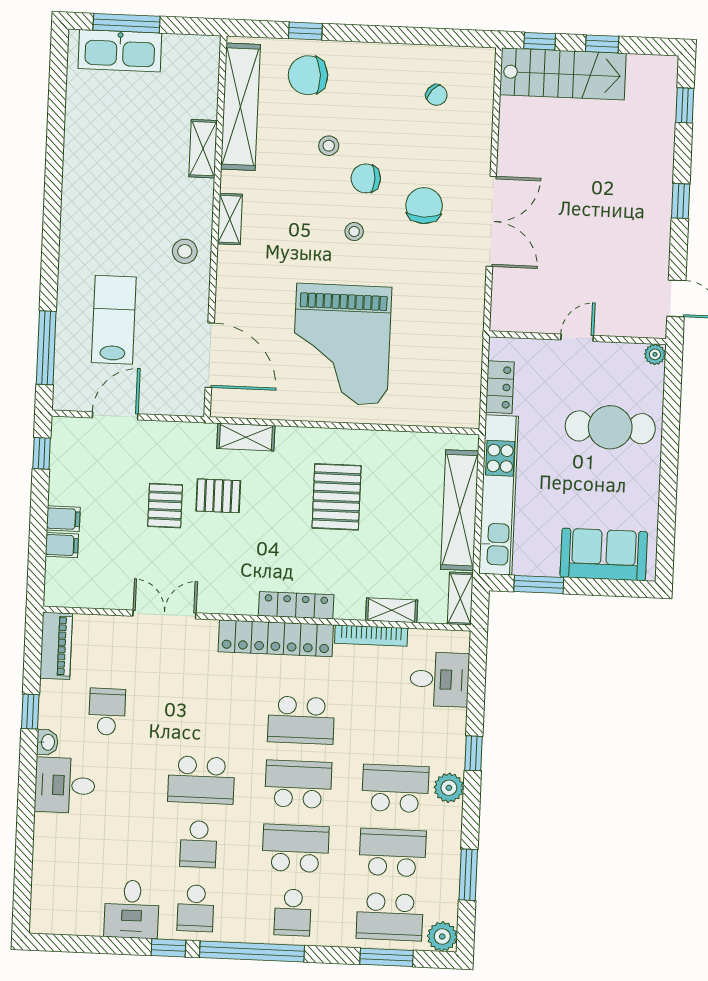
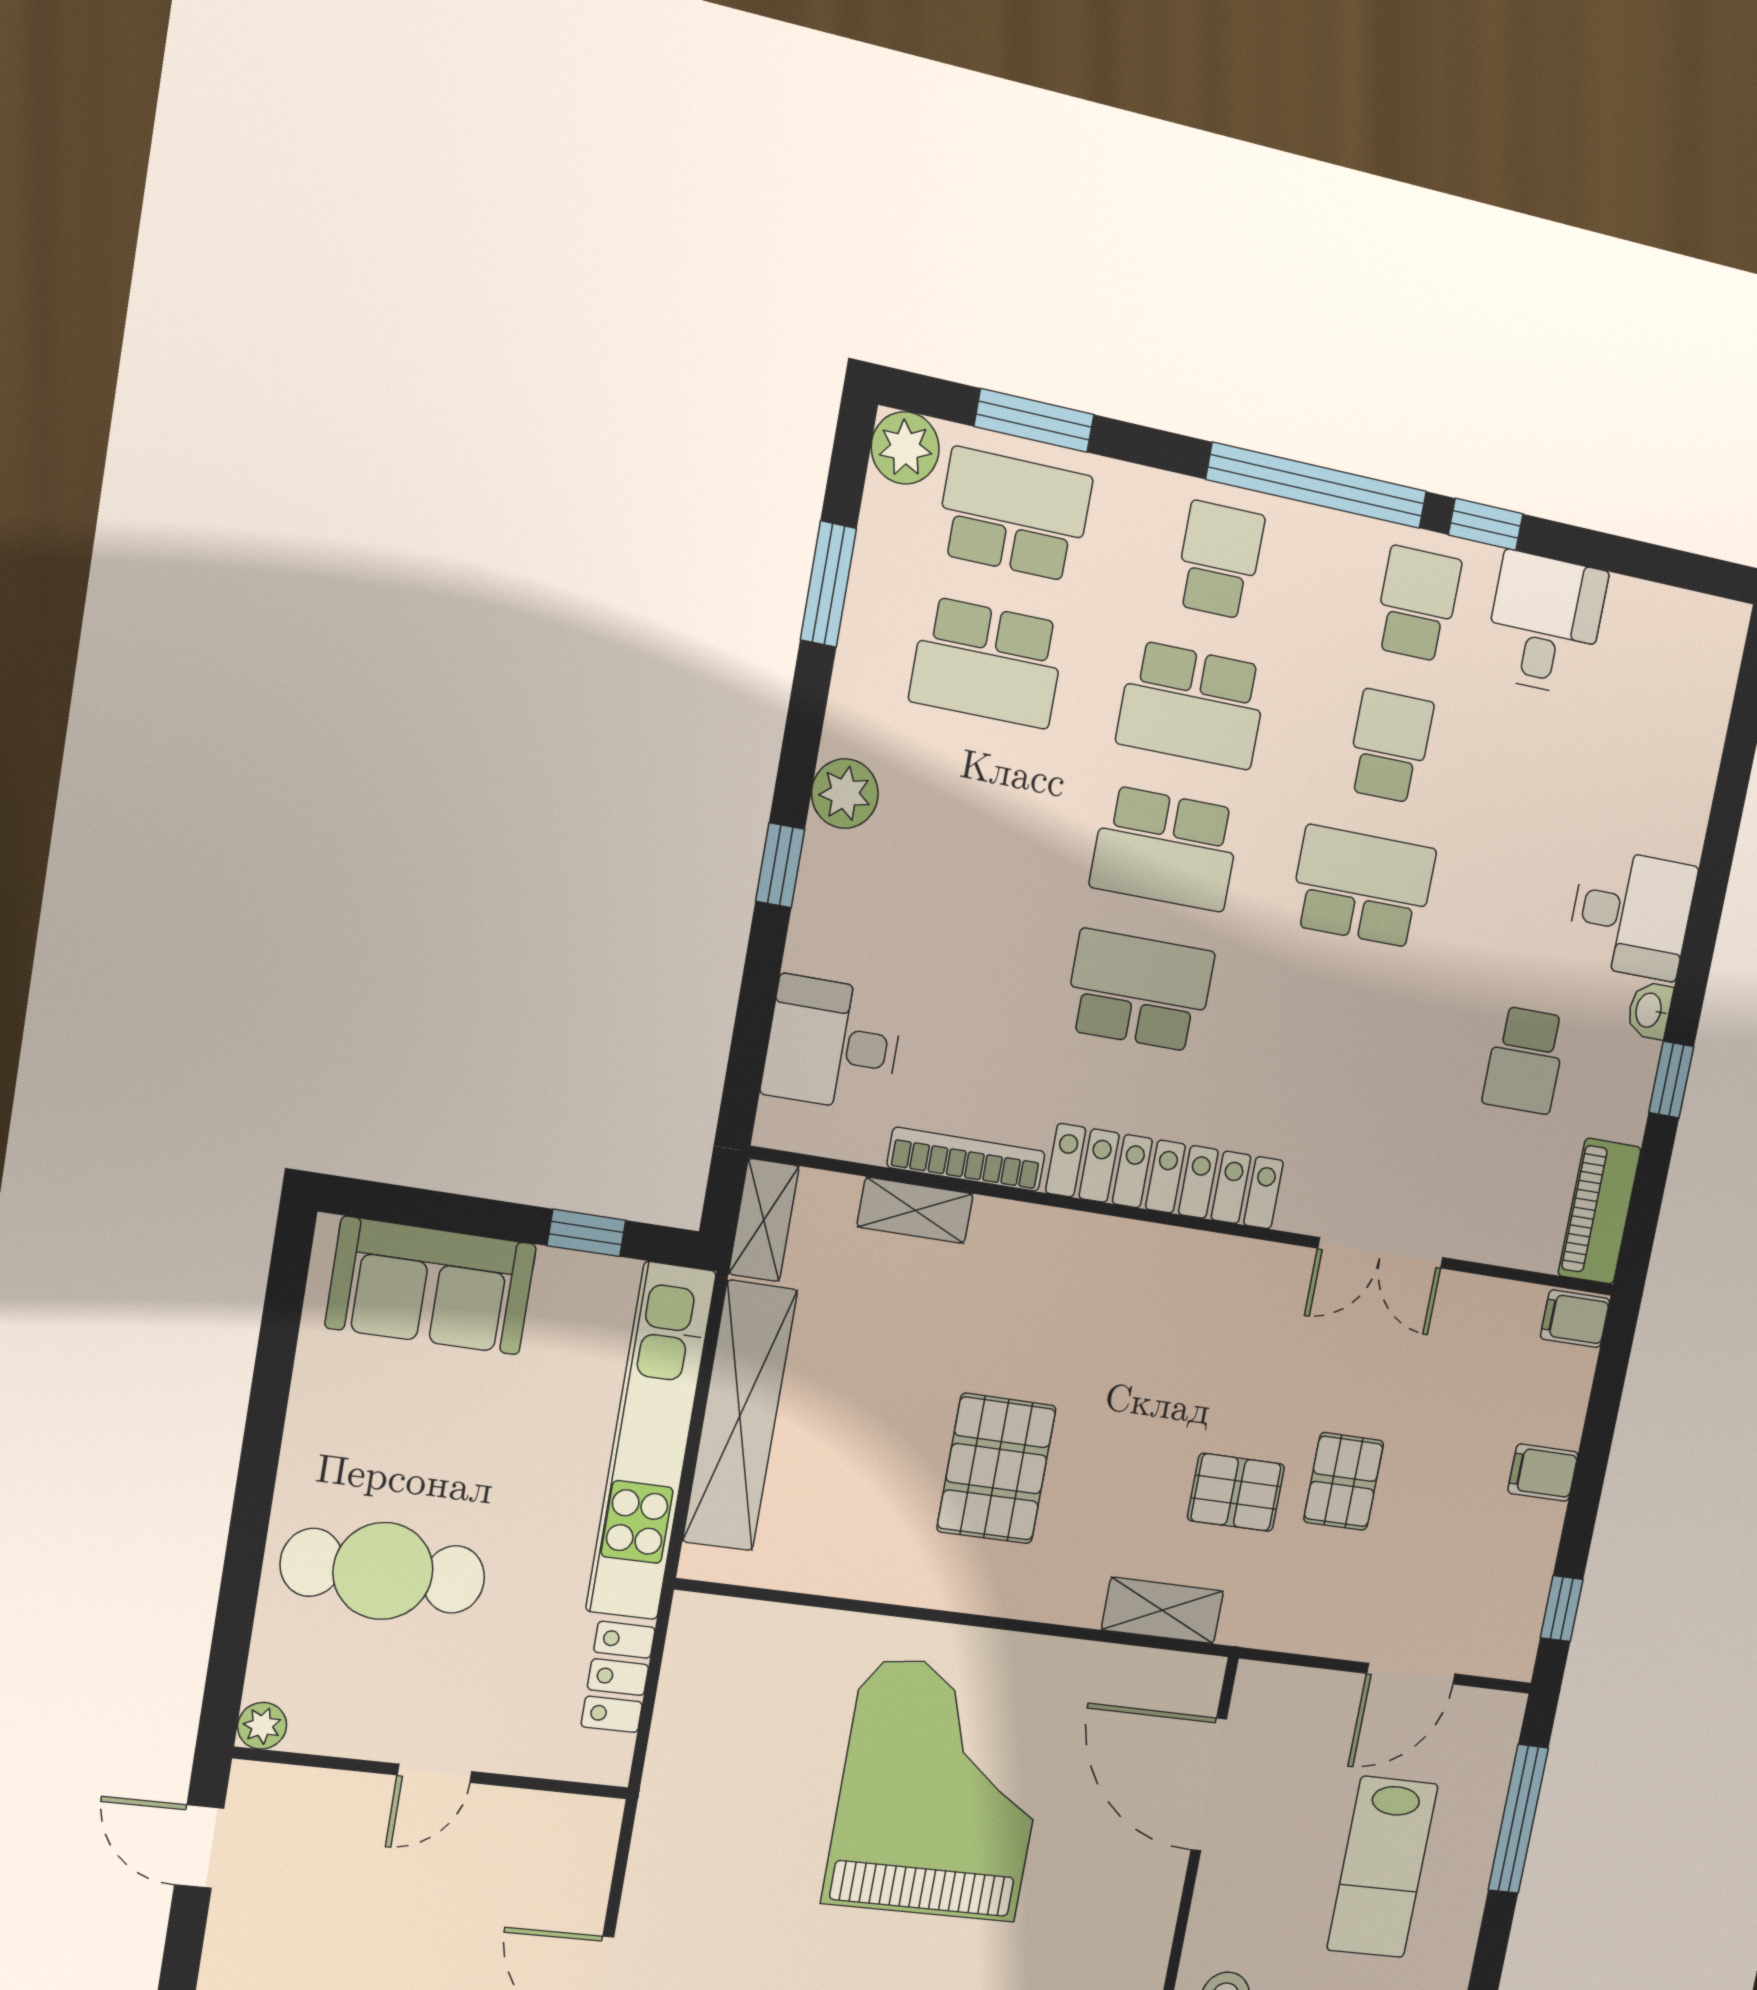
filing cabinet: (62, 545) -> (1575, 1319), moved
window: (539, 584) -> (586, 1233), width x0.67
locker: (296, 605) -> (1113, 1243), removed
school desk: (395, 788) -> (962, 809), removed

